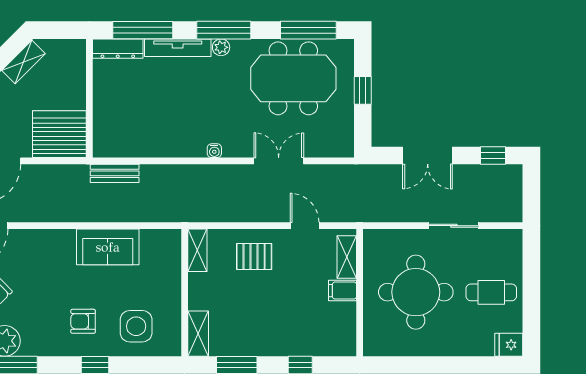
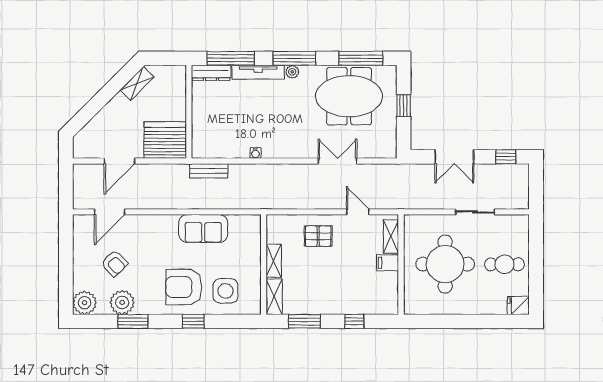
water cooler: (214, 151) -> (255, 153), moved
shelving: (197, 250) -> (274, 261), moved
armchair: (83, 321) -> (184, 287), width x1.88, depth x1.88

